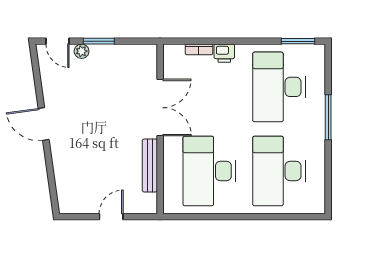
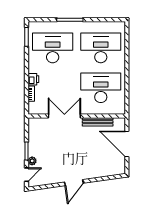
desk: (279, 87) -> (53, 48), turned 180
desk: (209, 171) -> (101, 88), turned 180
desk: (279, 171) -> (101, 48), turned 180
door: (111, 217) -> (127, 144), width x1.88

